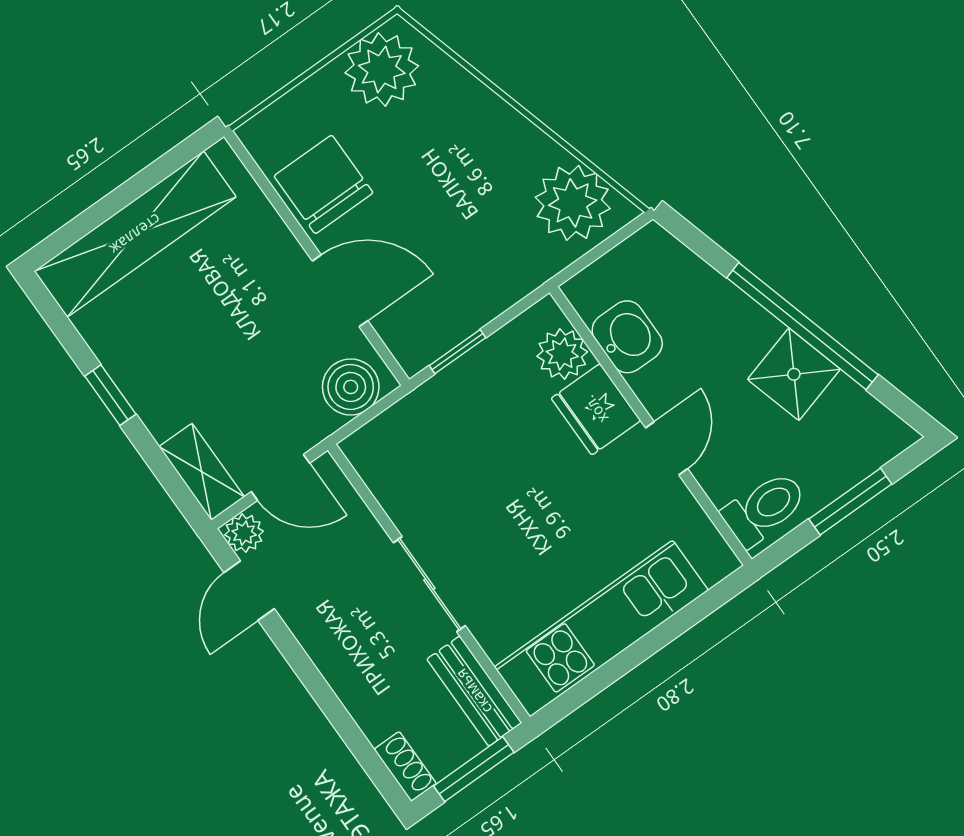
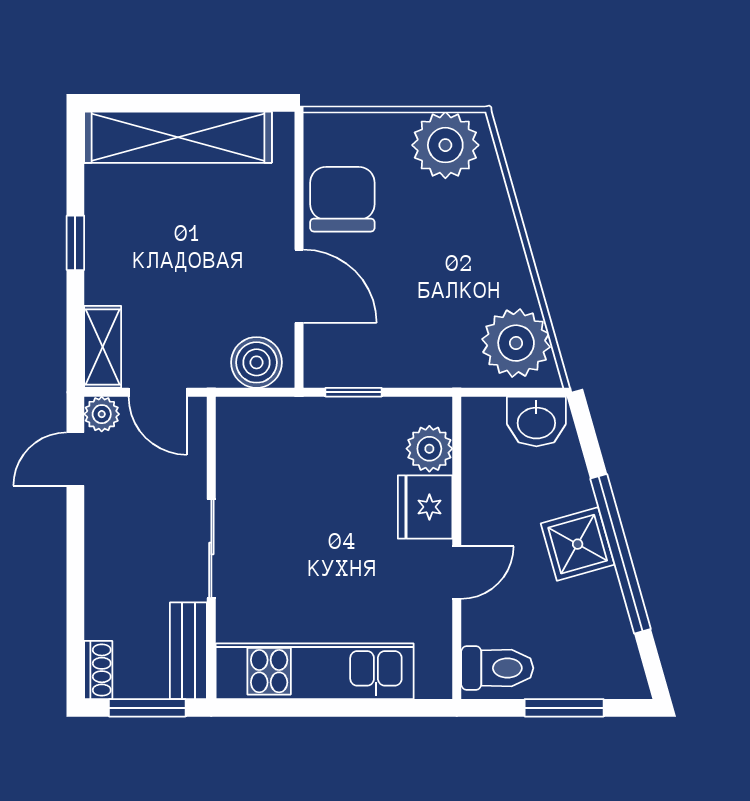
washbasin: (627, 337) -> (536, 422), moved, turned 90
shower: (794, 374) -> (578, 544), moved

